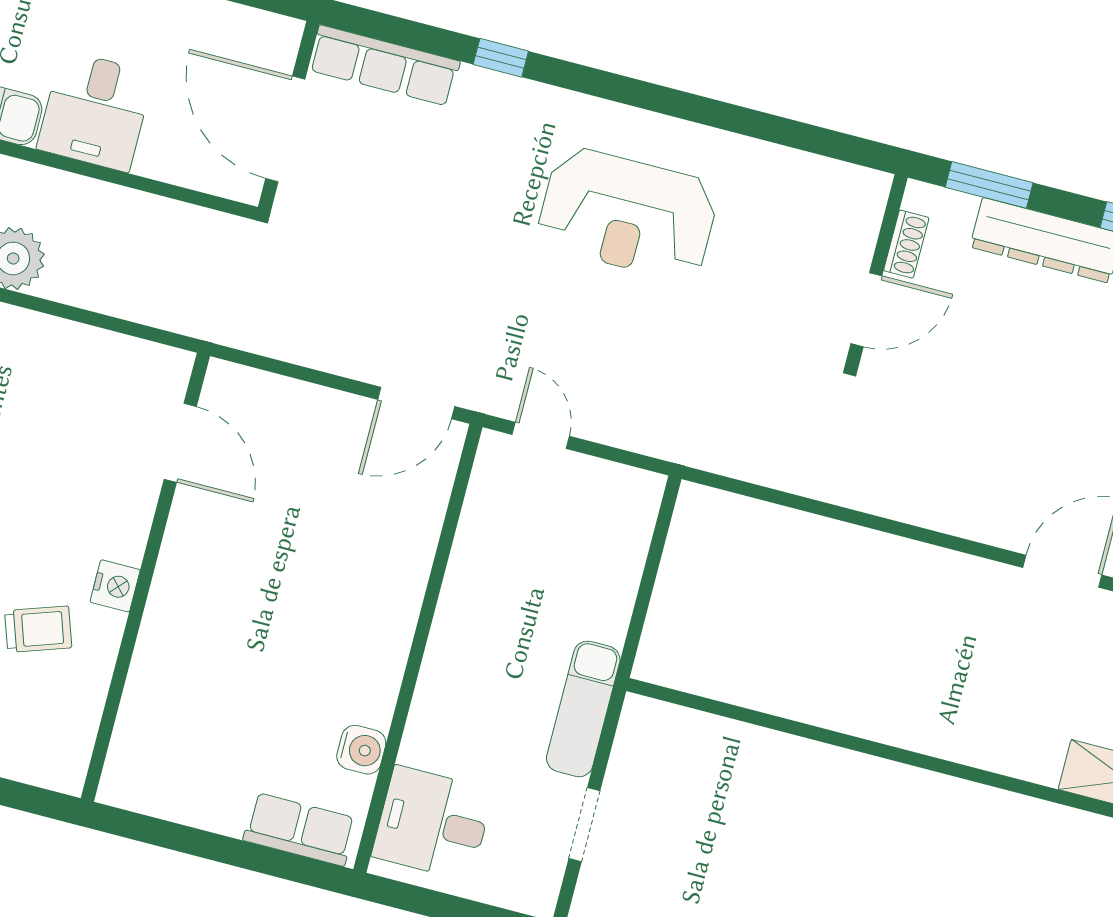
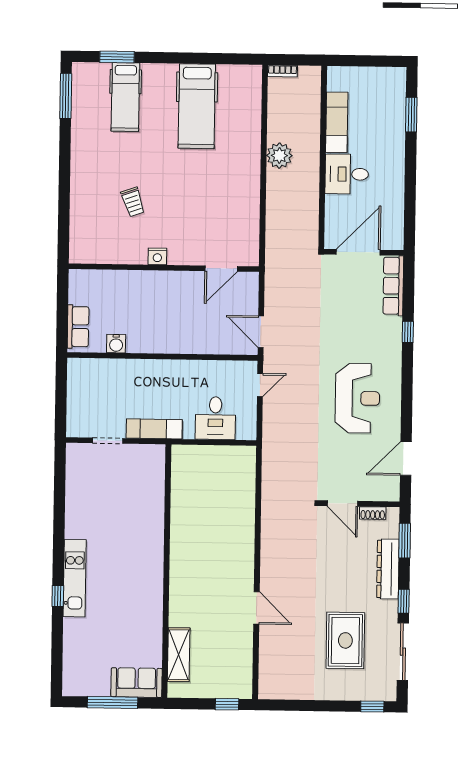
door: (797, 135) -> (406, 458), added
reception desk: (628, 214) -> (357, 398), turned 180
door: (180, 443) -> (221, 269), moved
wall: (145, 577) -> (164, 268), moved
nightstand: (115, 586) -> (157, 256), moved
desk: (433, 823) -> (215, 418), moved, turned 180

